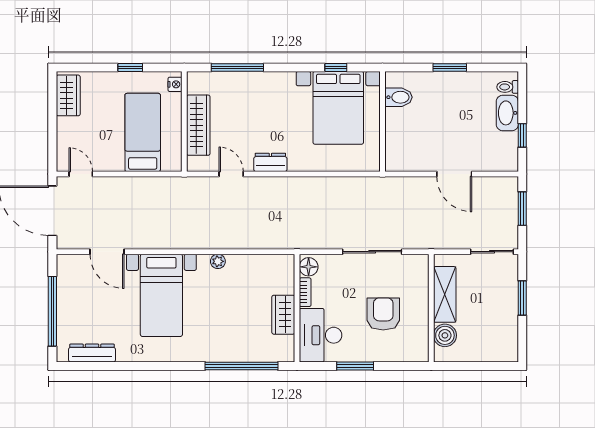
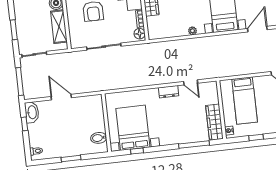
washbasin: (507, 113) -> (32, 112), moved
wardrobe: (198, 125) -> (214, 122), moved
window: (522, 209) -> (20, 81), width x1.44
door: (107, 252) -> (257, 29), hinge flipped

